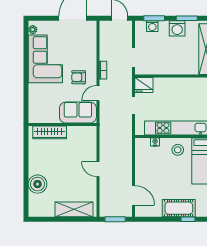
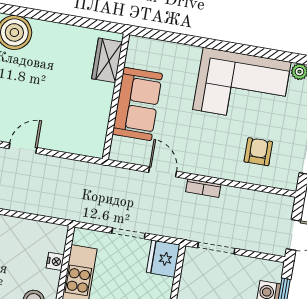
armchair: (79, 77) -> (258, 152), moved
sofa: (78, 113) -> (137, 104), moved
wardrobe: (50, 132) -> (107, 60), width x0.67

